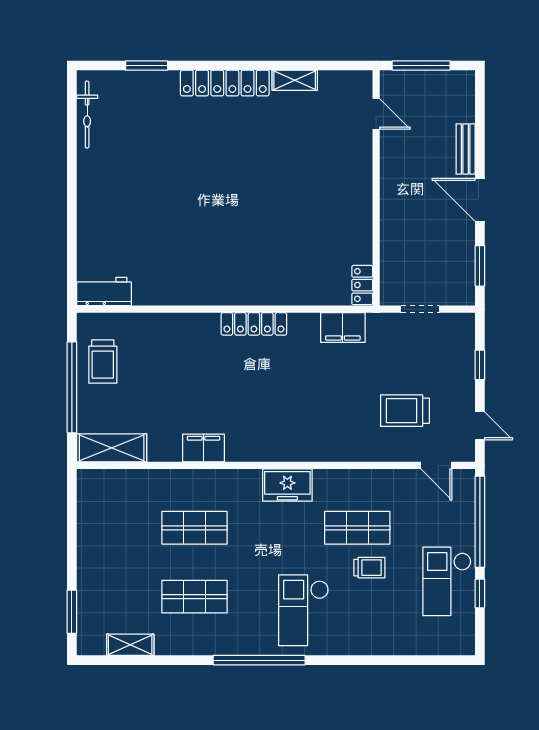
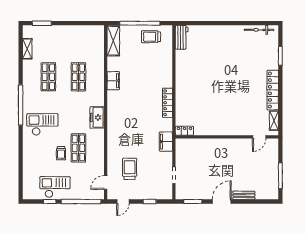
door: (376, 114) -> (259, 137), moved
wall: (376, 188) -> (227, 137), moved
locker: (362, 285) -> (184, 131), moved

